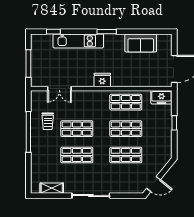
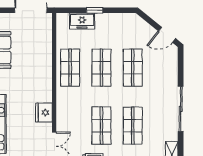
fridge: (102, 80) -> (44, 113), moved
freezer: (161, 97) -> (82, 21), moved, turned 90
door: (154, 184) -> (167, 35), swing flipped

